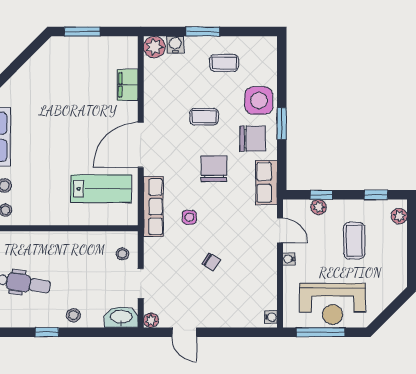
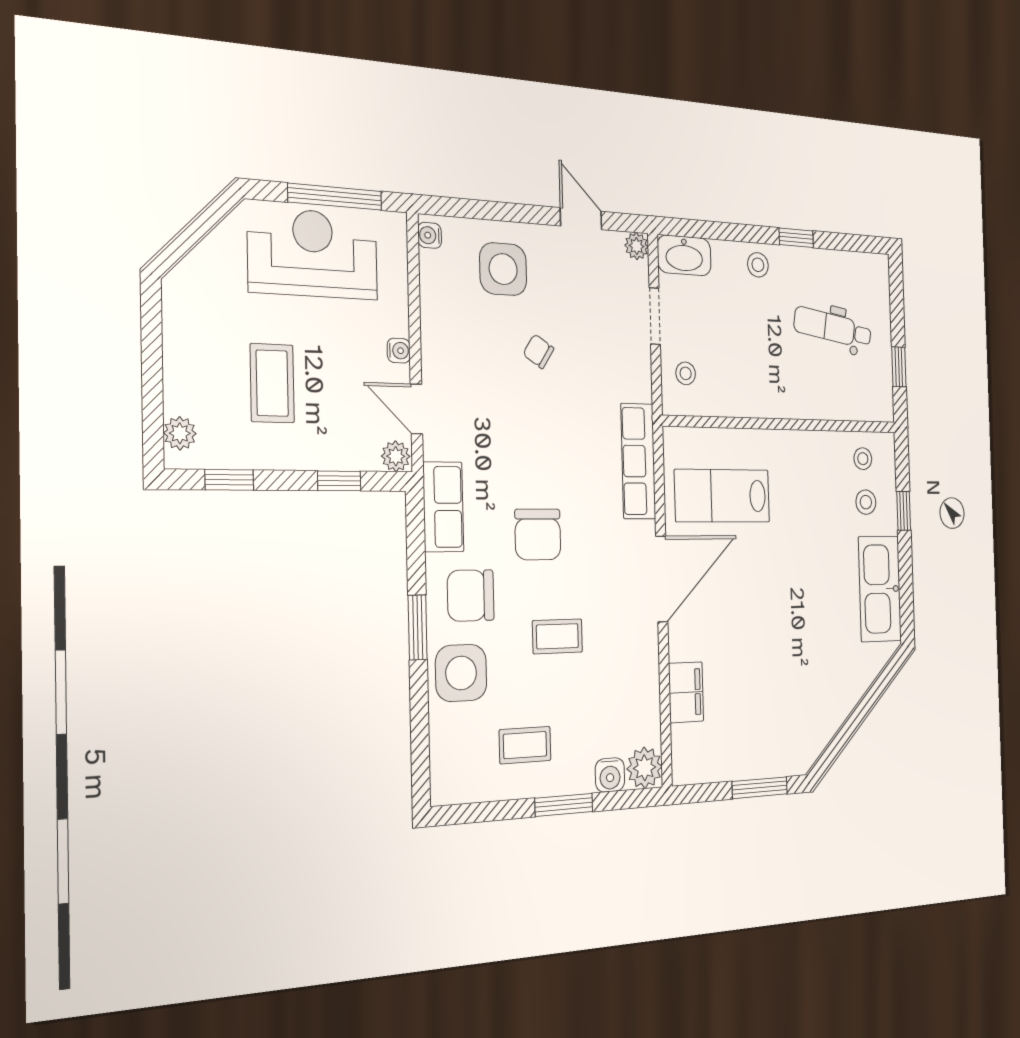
plant: (319, 207) -> (396, 456), moved
side table: (189, 217) -> (503, 269), moved, width x1.87, depth x1.87

